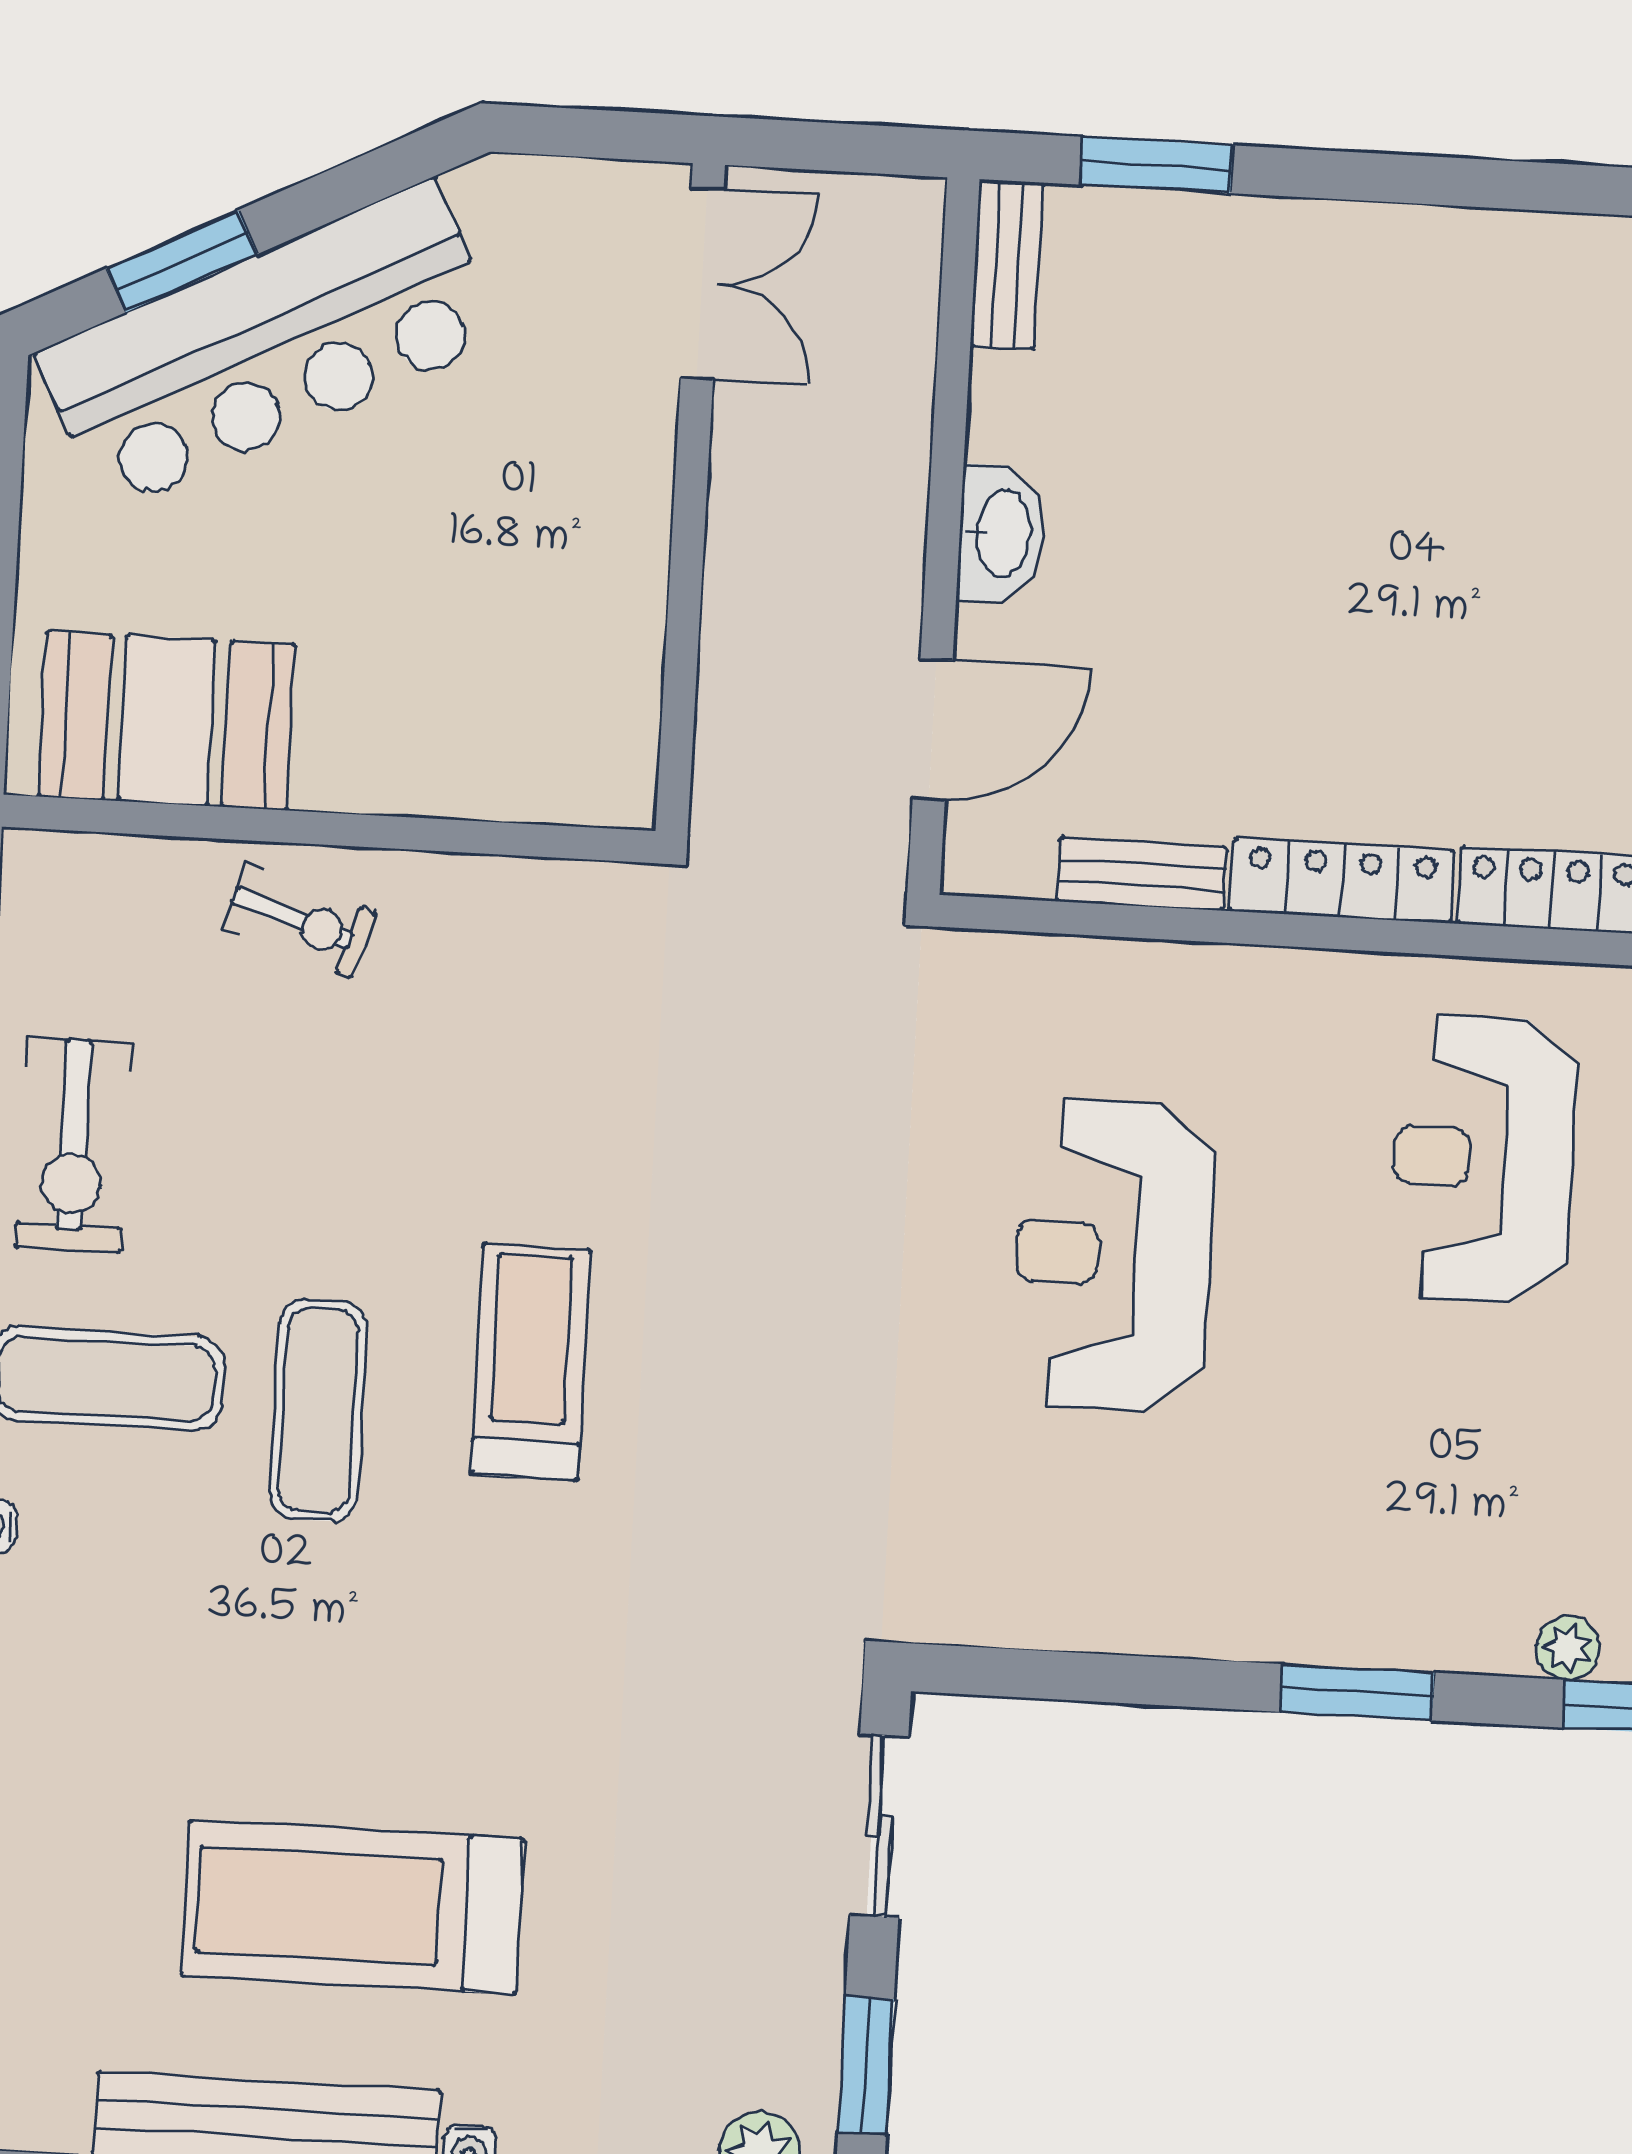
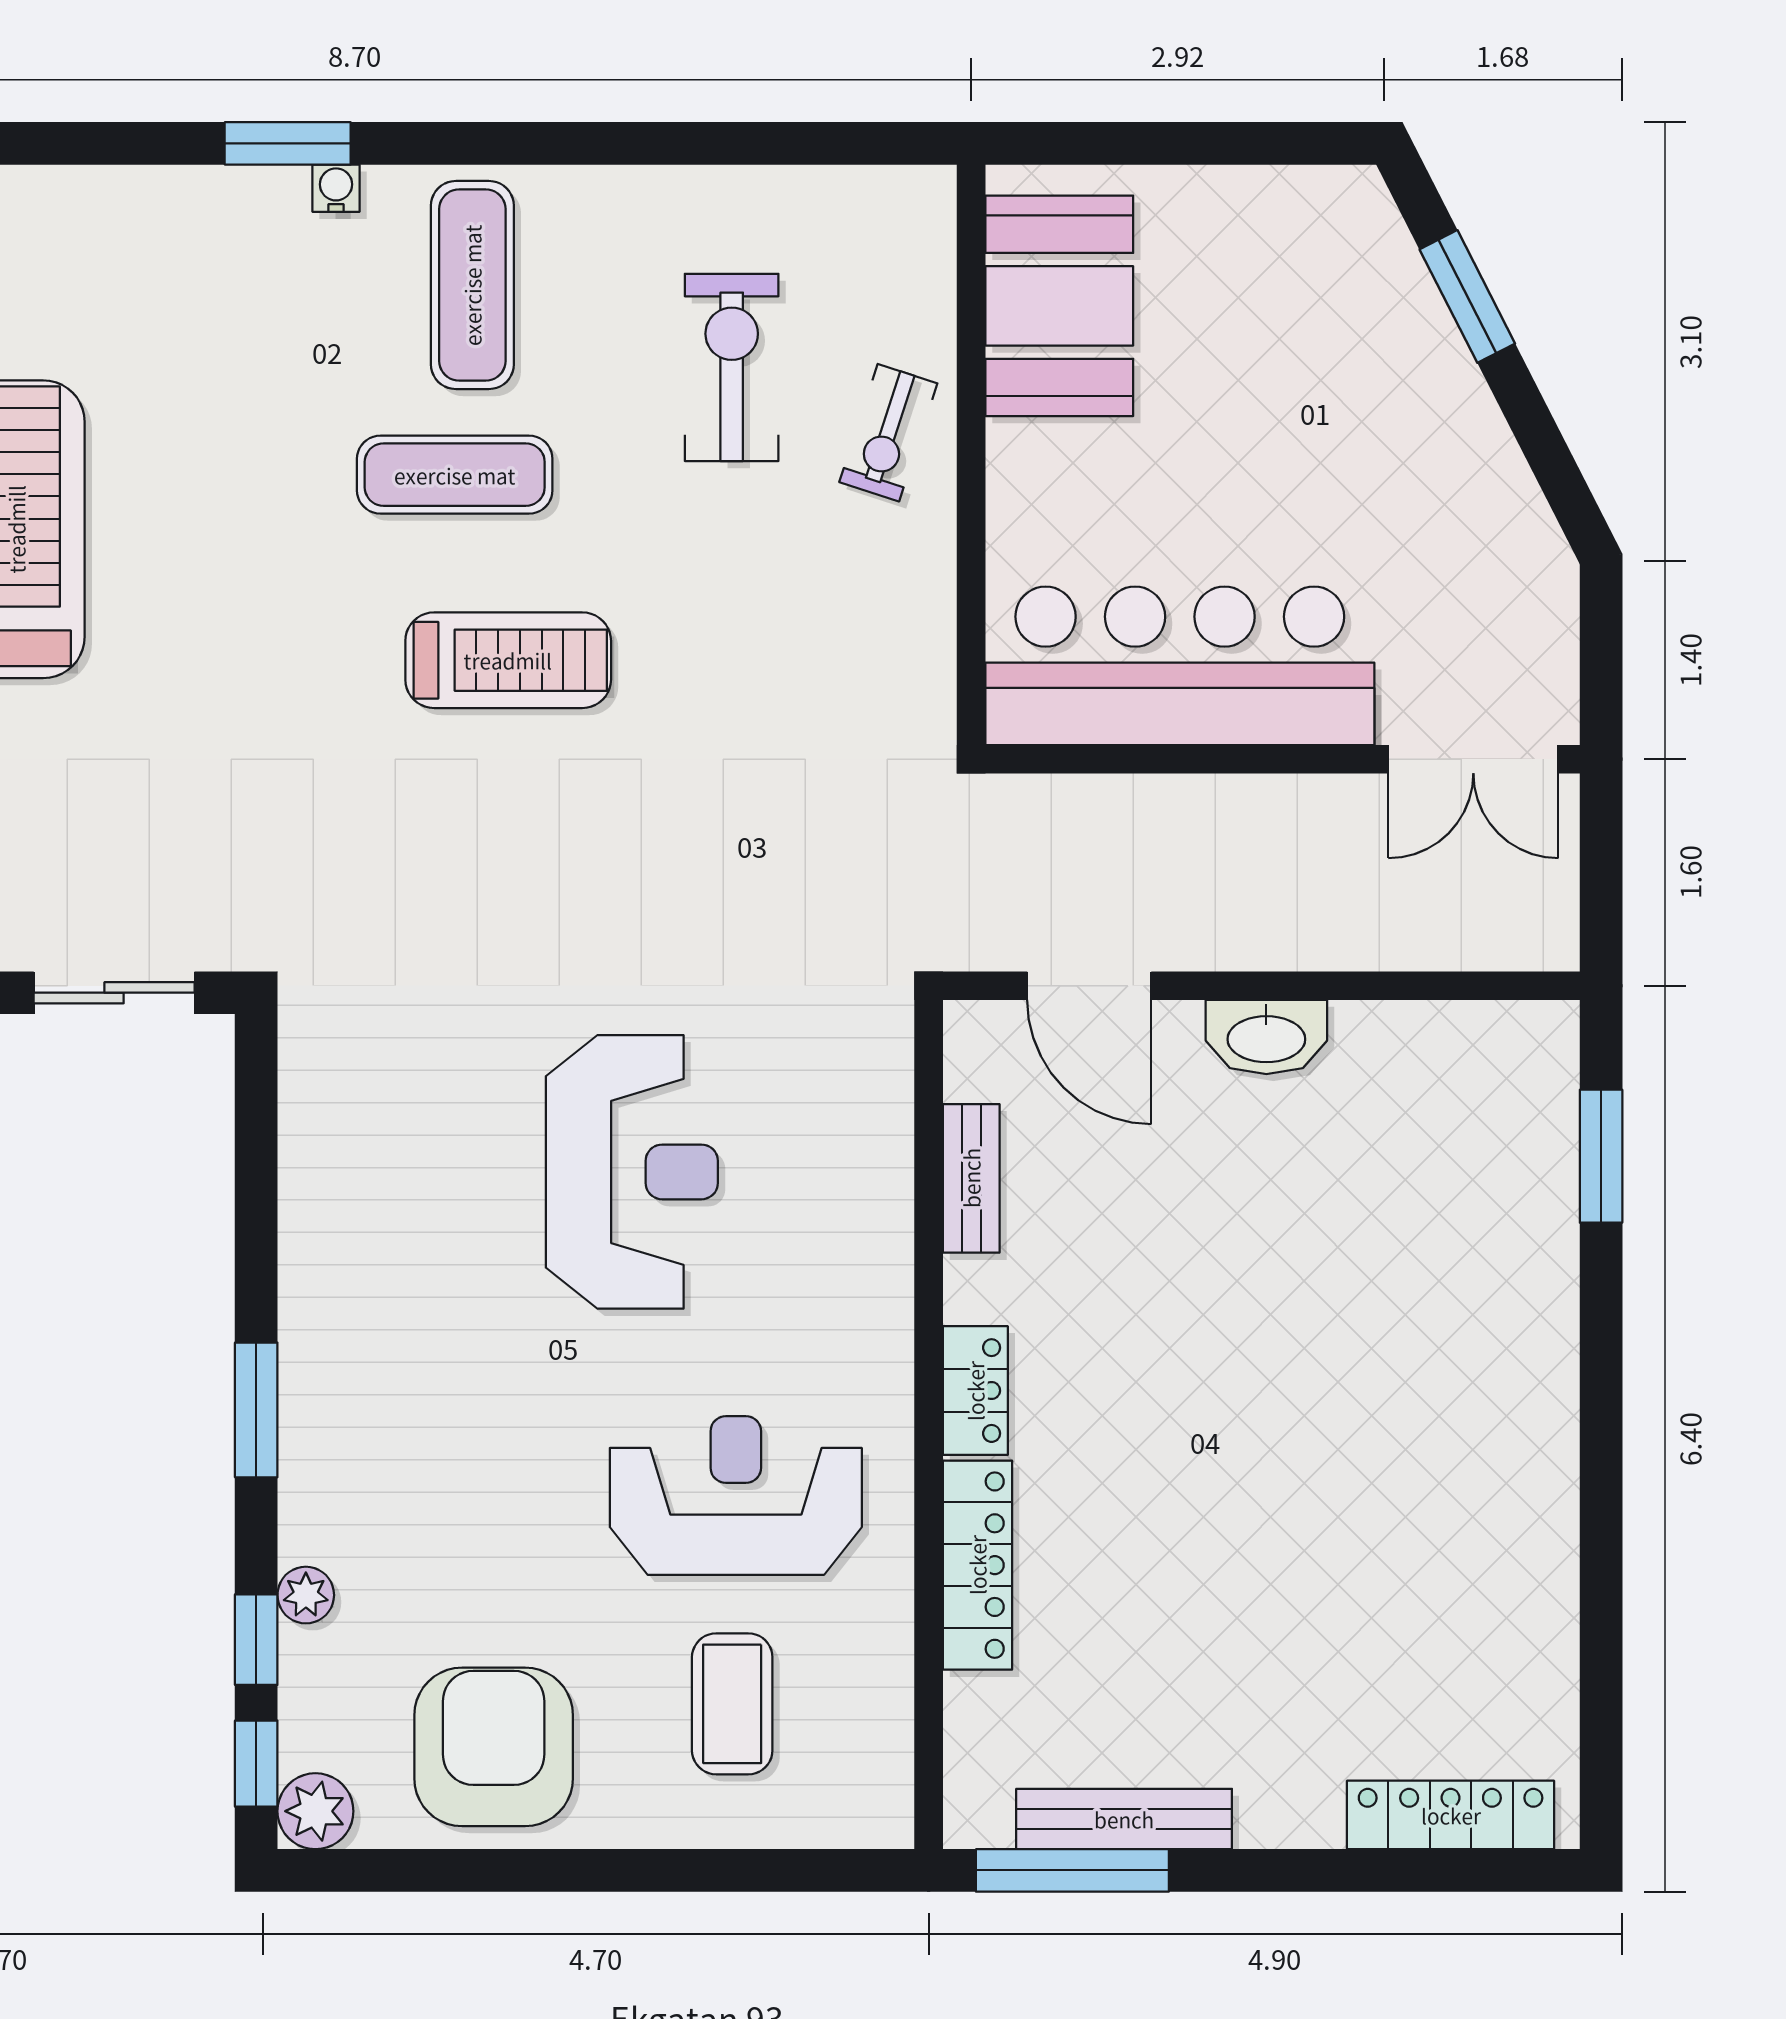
bench: (1007, 264) -> (1506, 1028), removed
bar counter: (270, 346) -> (1180, 666), moved, turned 117
locker: (1342, 881) -> (975, 1391), width x0.66
exercise bike: (73, 1145) -> (732, 367), moved, turned 90
reception desk: (1113, 1255) -> (632, 1172), turned 90

